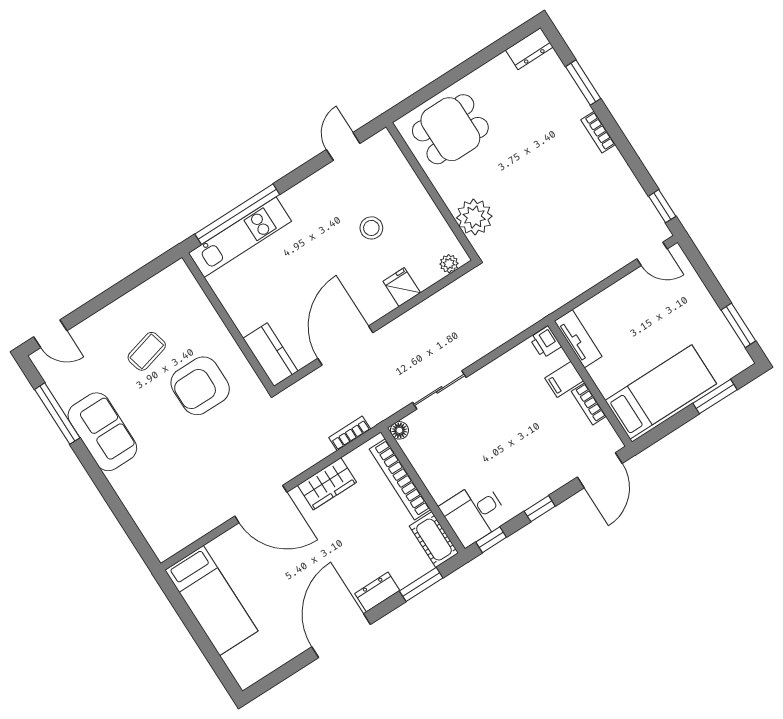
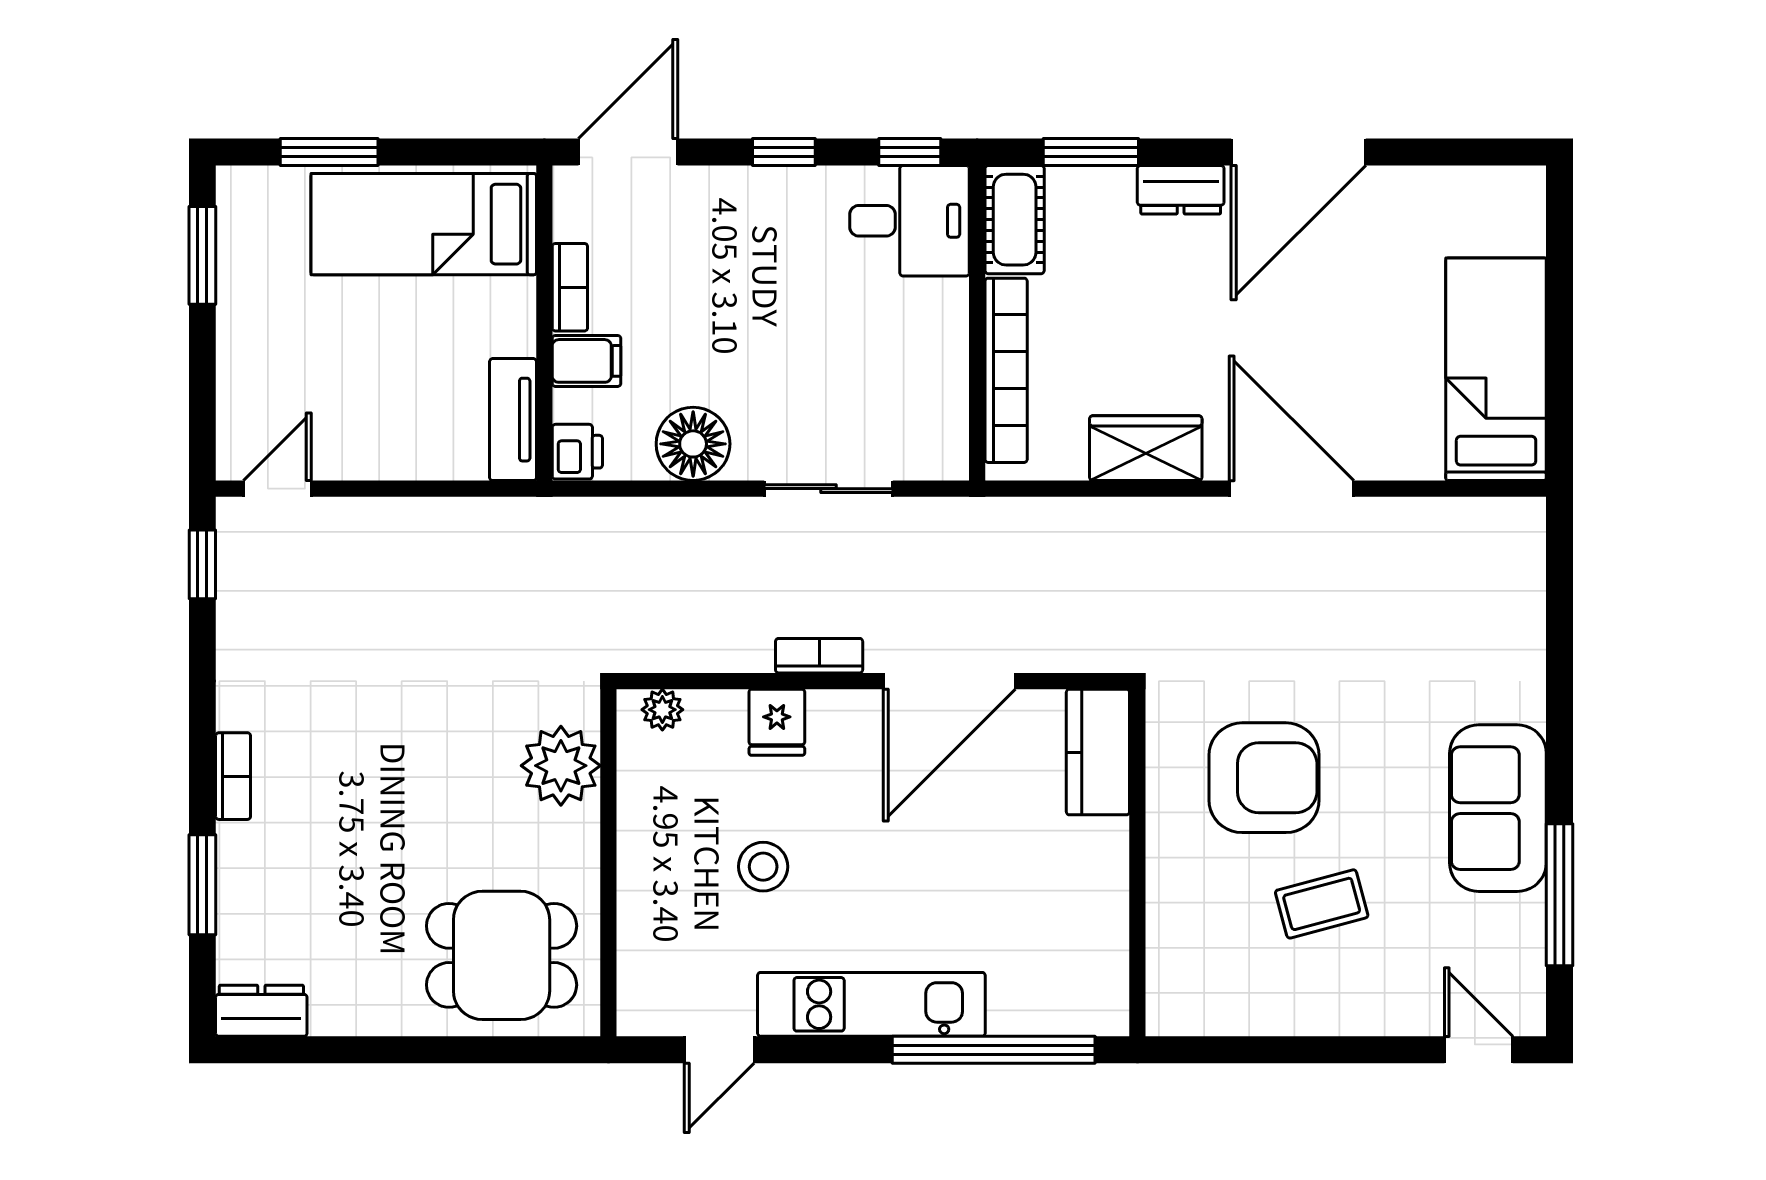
kitchen unit: (240, 237) -> (871, 1004), moved
door: (652, 254) -> (277, 489), hinge flipped
floor lamp: (399, 430) -> (693, 444), moved, width x1.89, depth x1.89
bookcase: (350, 433) -> (819, 656), moved, turned 180

